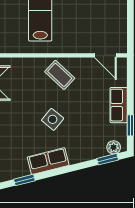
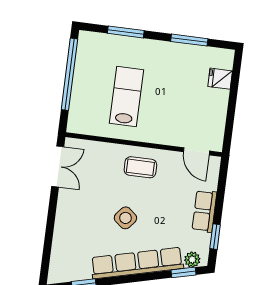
coffee table: (60, 75) -> (140, 167), turned -43
row of seats: (48, 161) -> (137, 263), width x2.02

